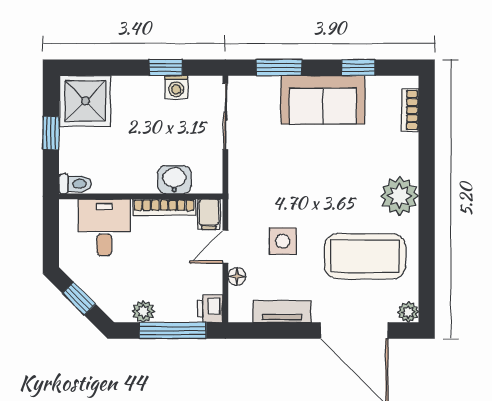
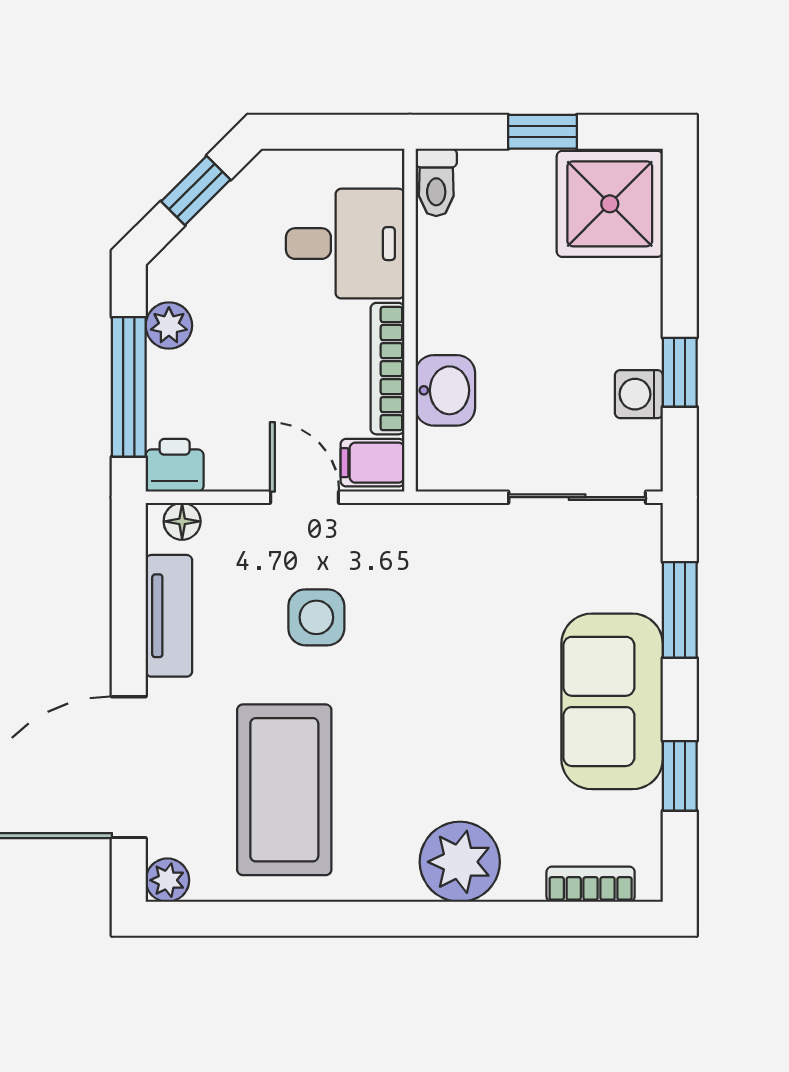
plant: (399, 196) -> (460, 862), moved
floor lamp: (237, 276) -> (182, 521), moved

